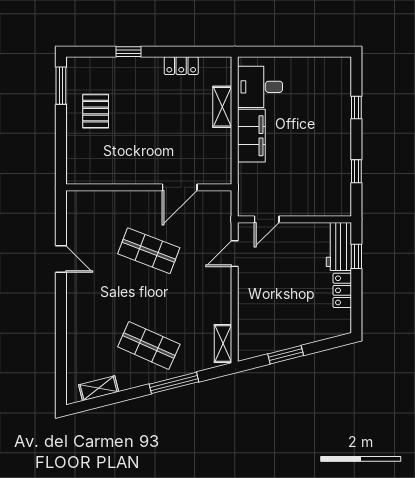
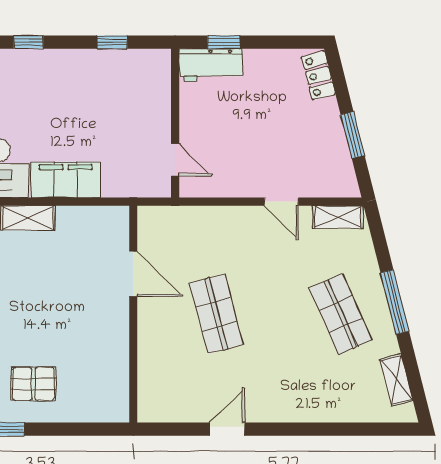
shop shelf: (149, 251) -> (216, 314), turned -36
door: (235, 254) -> (281, 202), moved
locker: (342, 290) -> (318, 76), moved, turned 76
shop shelf: (149, 346) -> (340, 314), turned -48
window: (174, 383) -> (395, 302), moved

